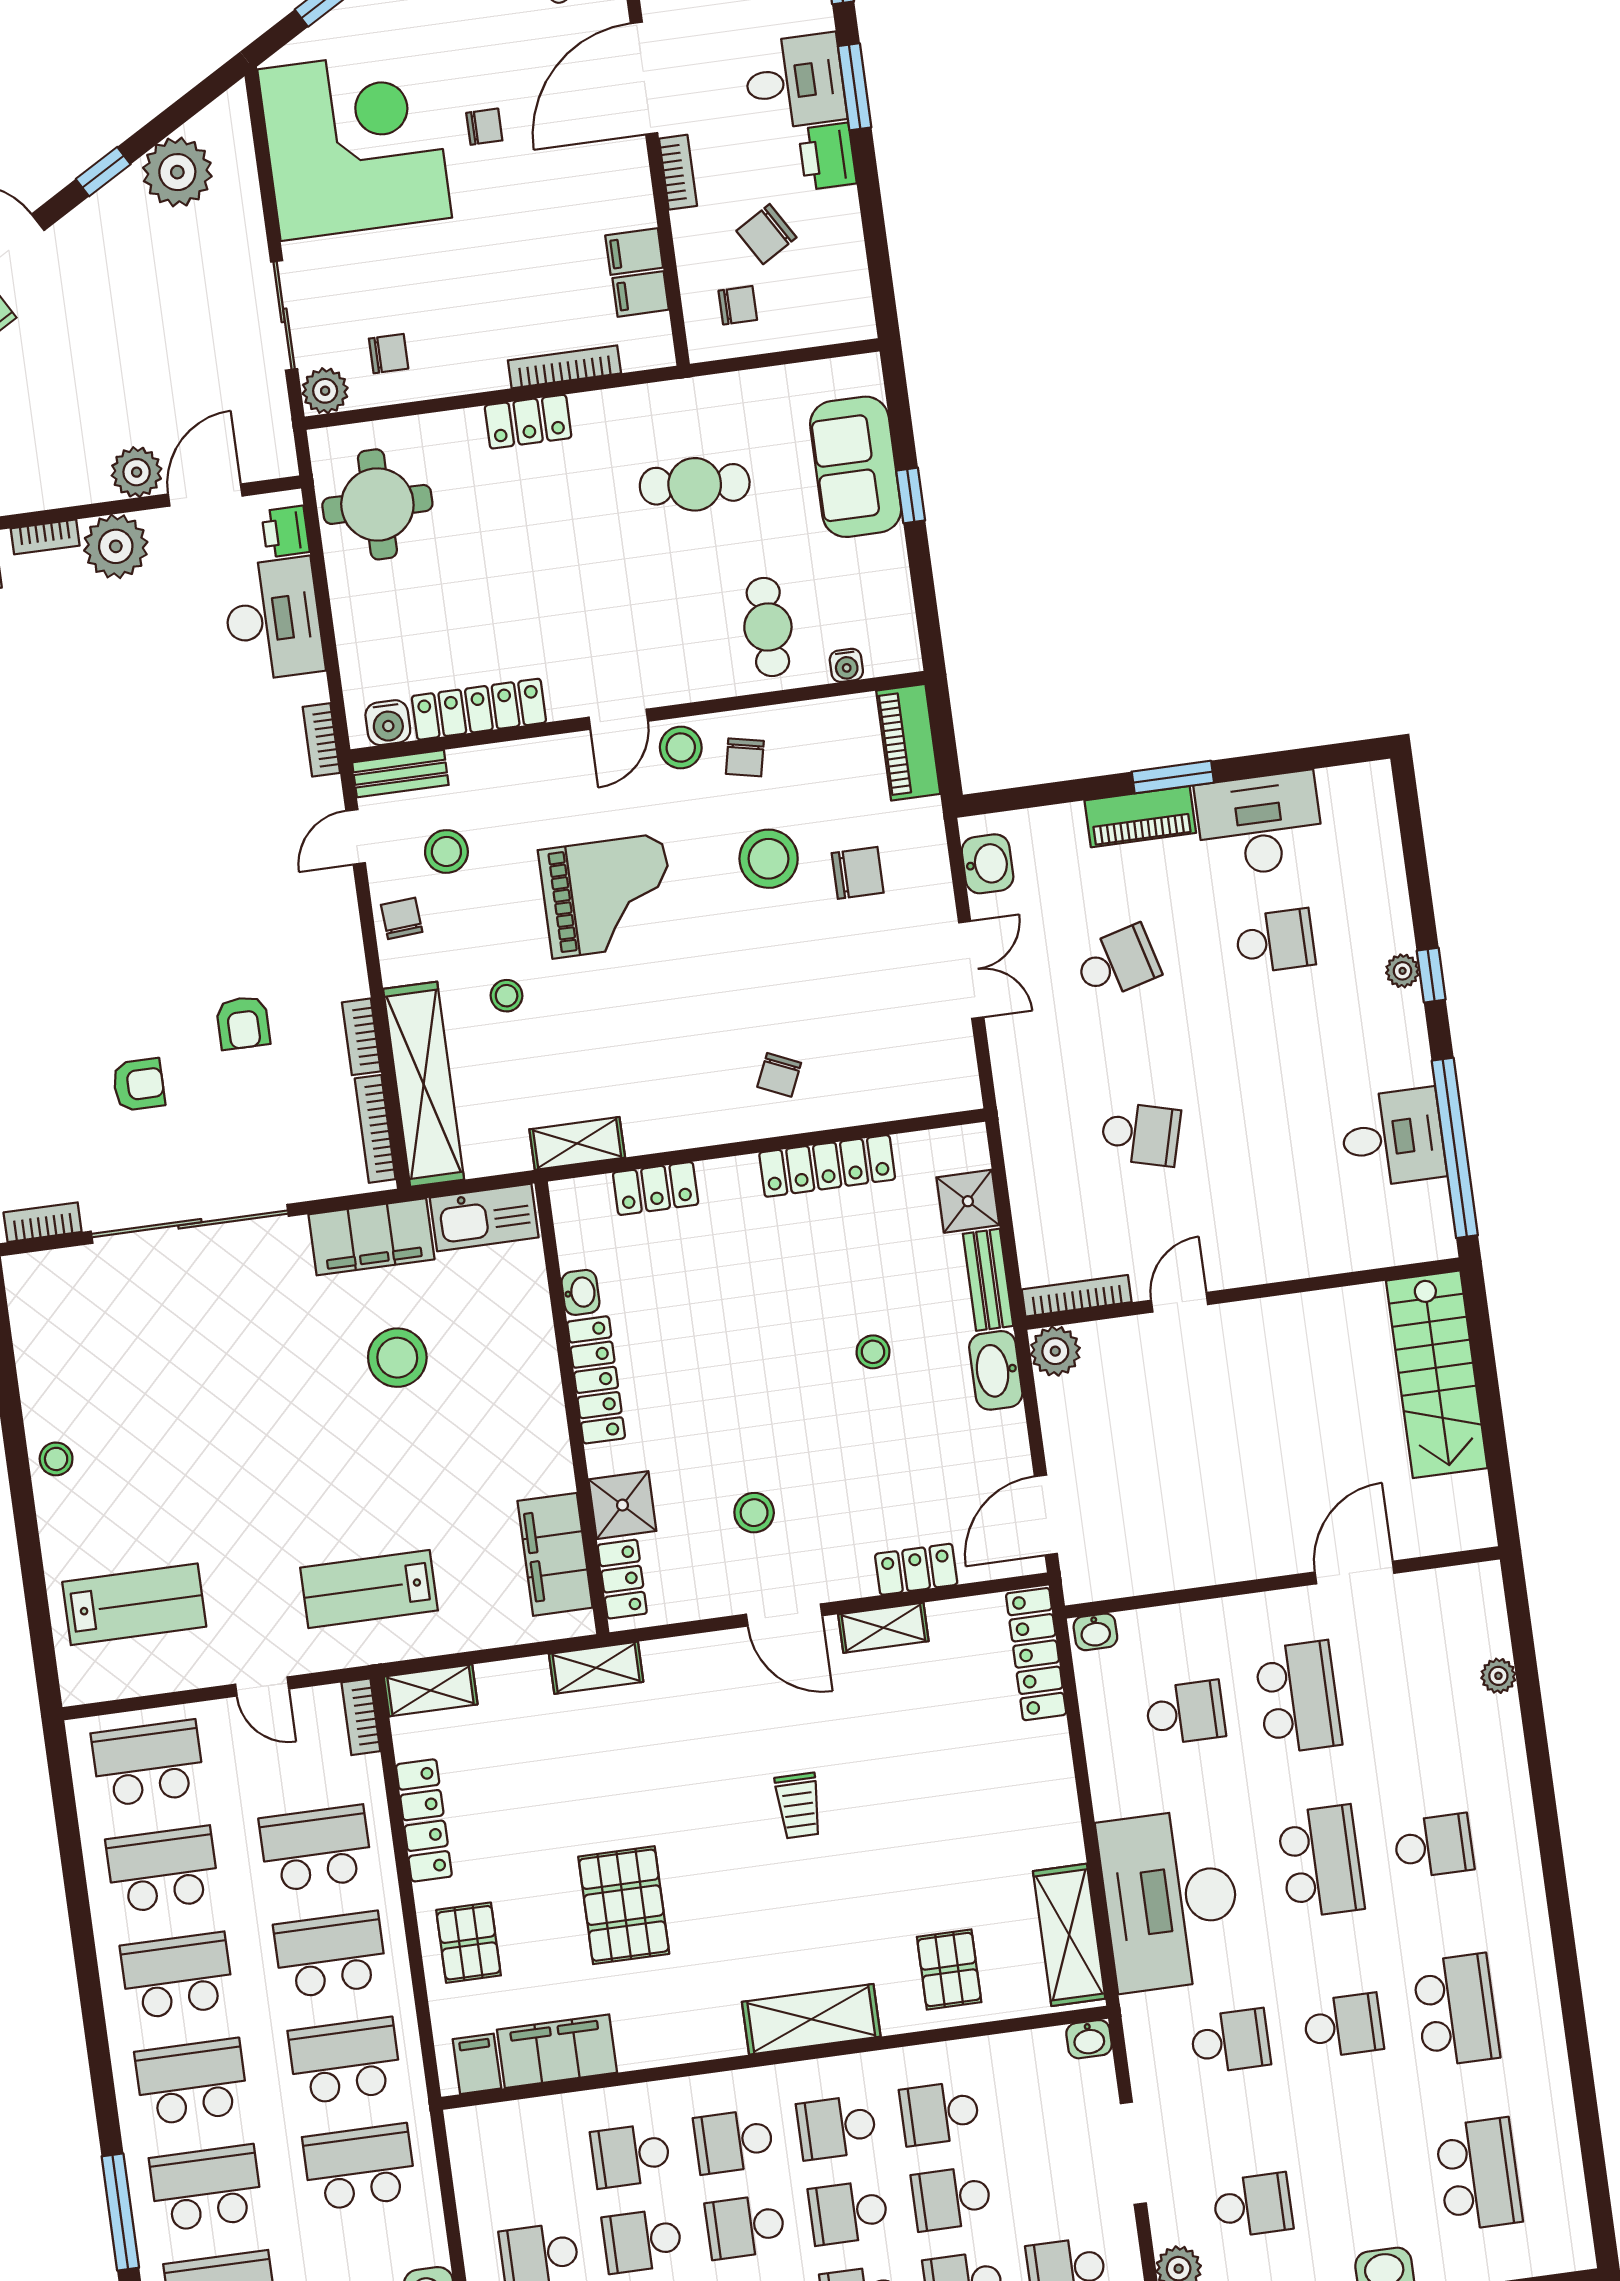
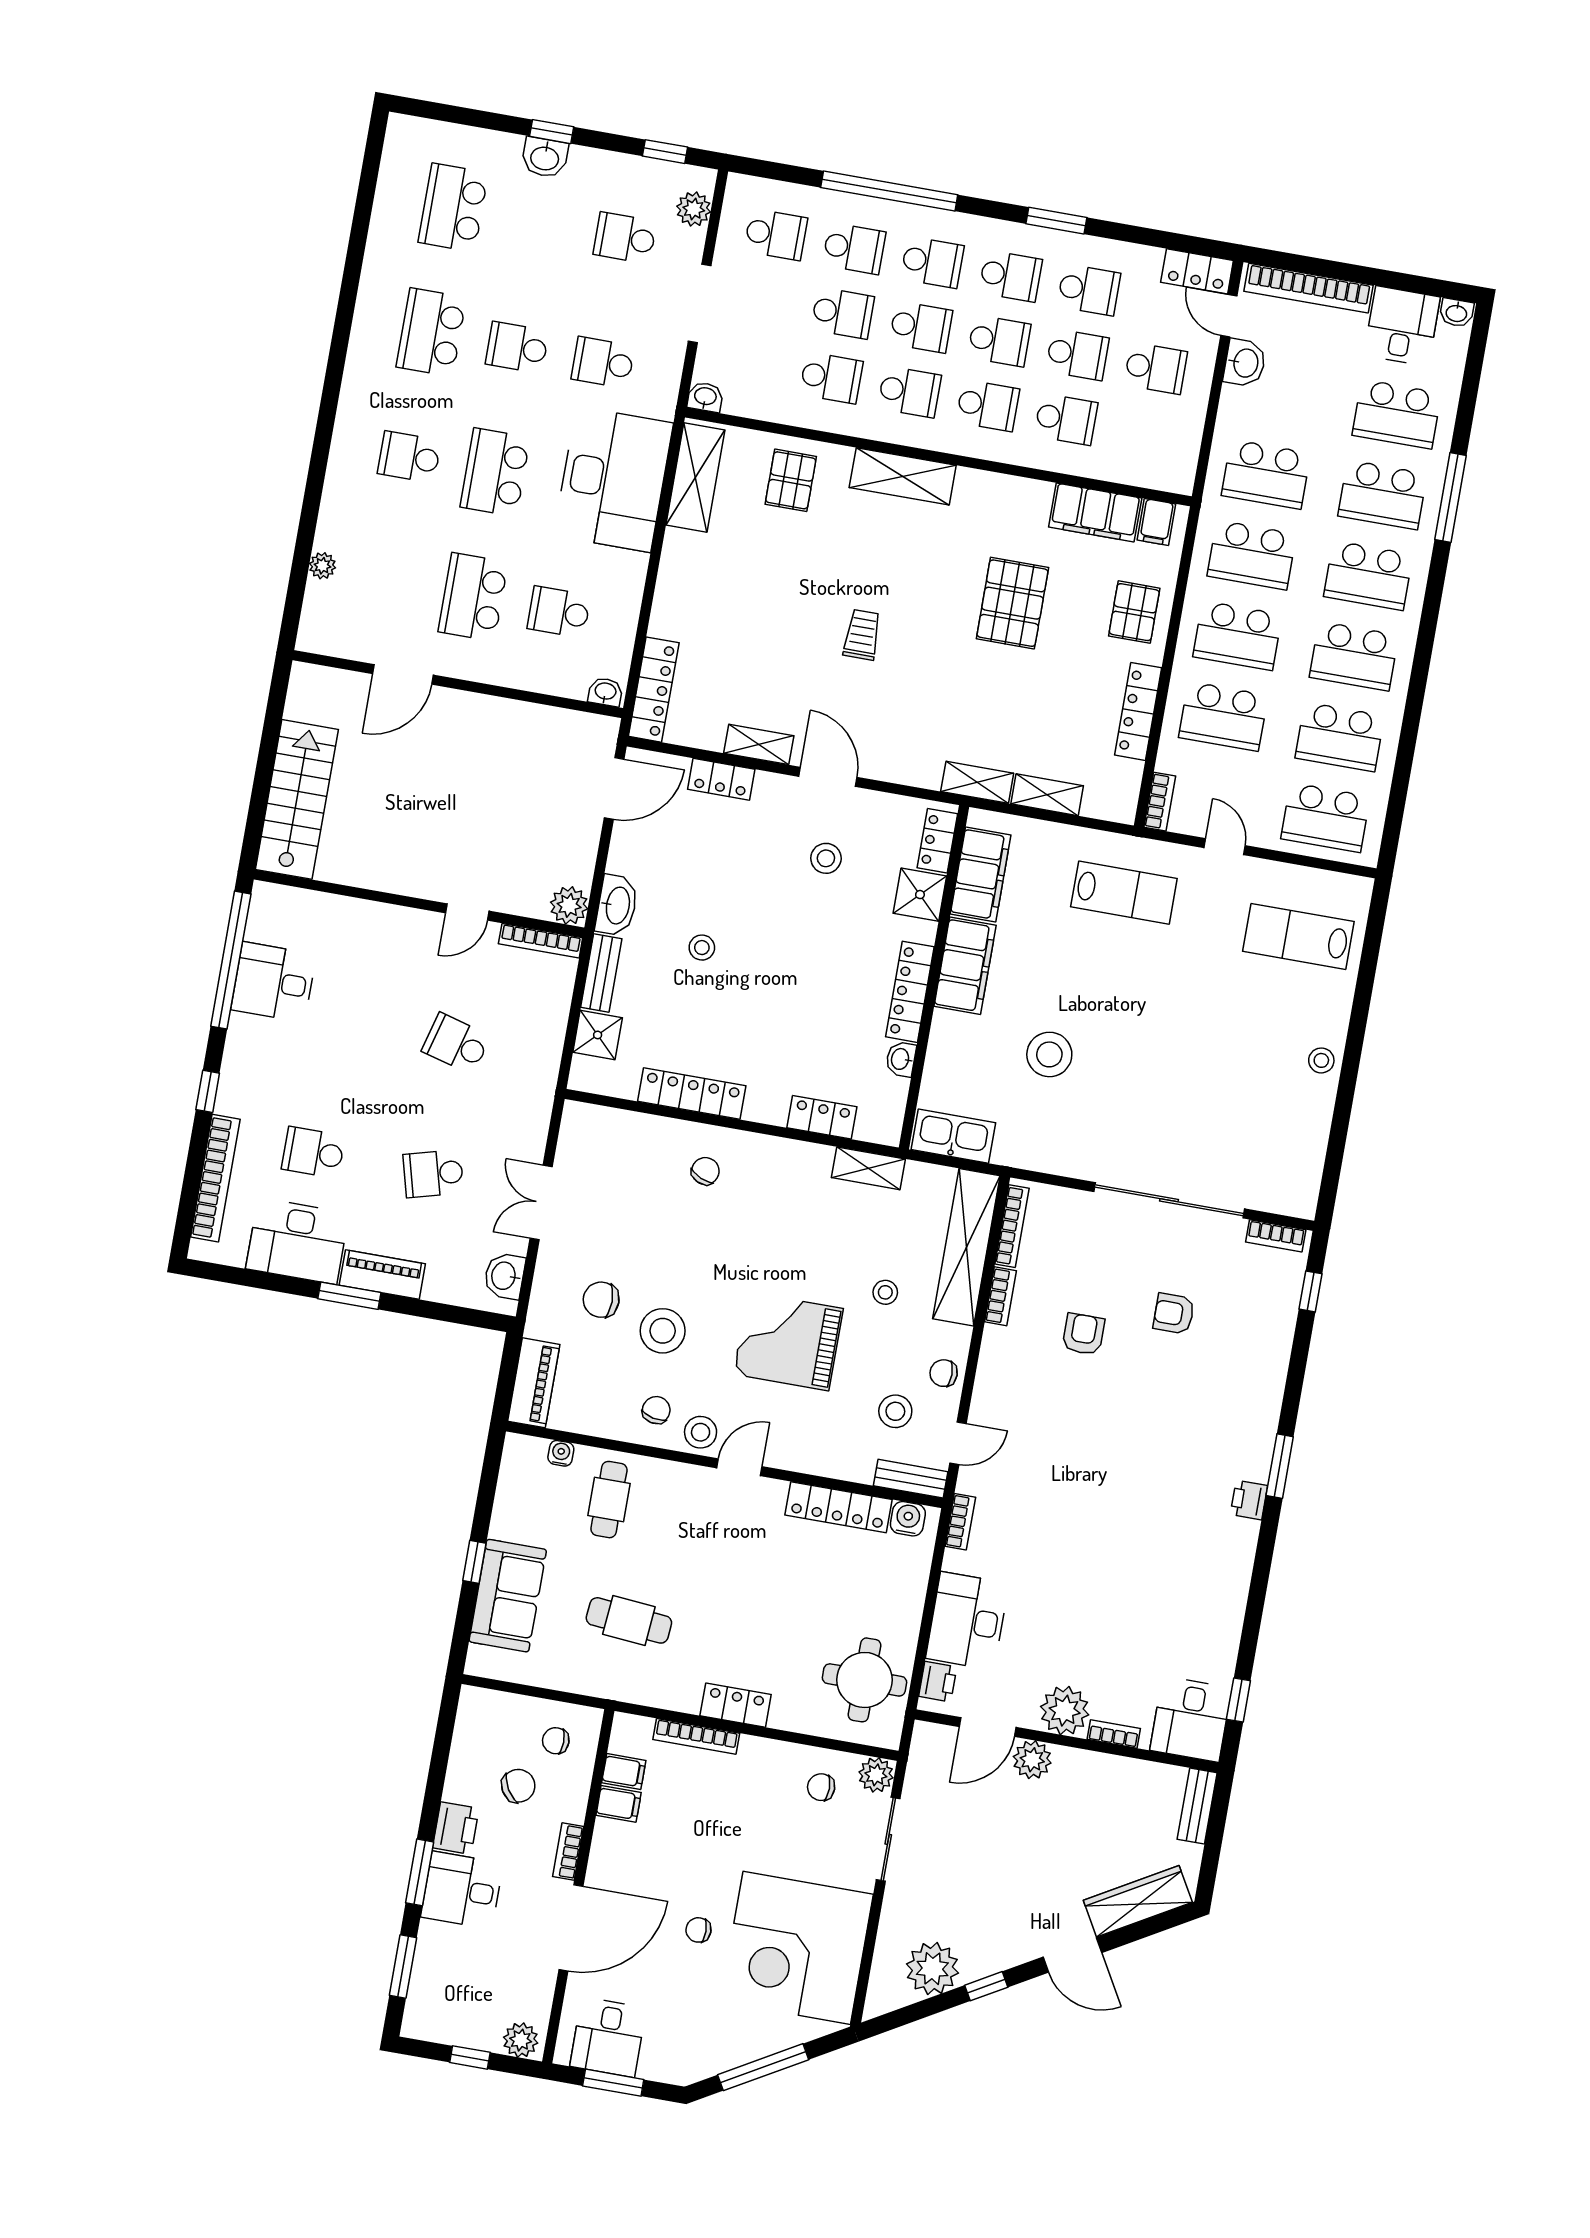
bookcase: (1387, 870) -> (215, 1178), added
chair: (402, 918) -> (944, 1373), turned 94
plant: (1403, 971) -> (228, 1101), removed
filing cabinet: (371, 1237) -> (965, 966), moved, turned 90
shelving: (431, 1690) -> (1047, 795), moved

